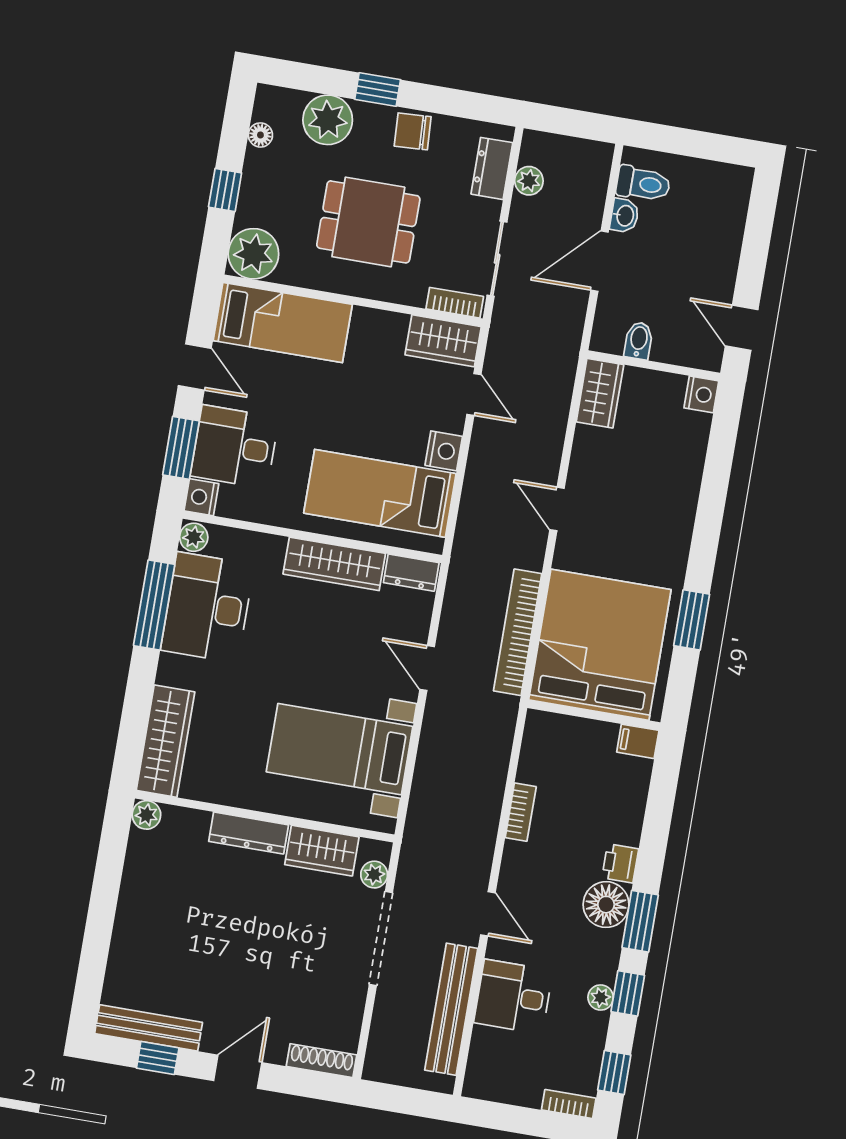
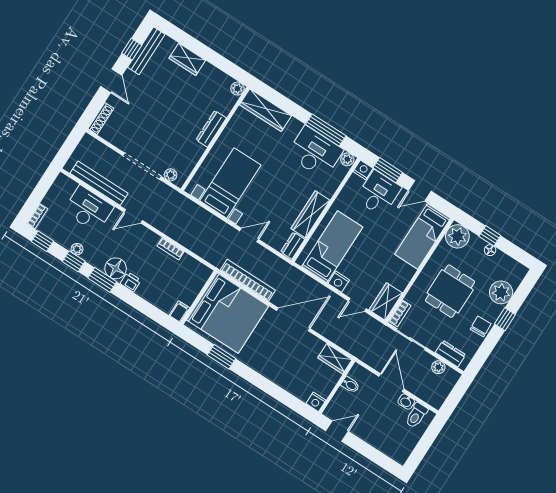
floor lamp: (260, 135) -> (490, 250), moved
door: (557, 509) -> (293, 319), width x1.87
wardrobe: (322, 851) -> (187, 59), moved, turned -90
desk: (513, 997) -> (88, 209), width x1.37

